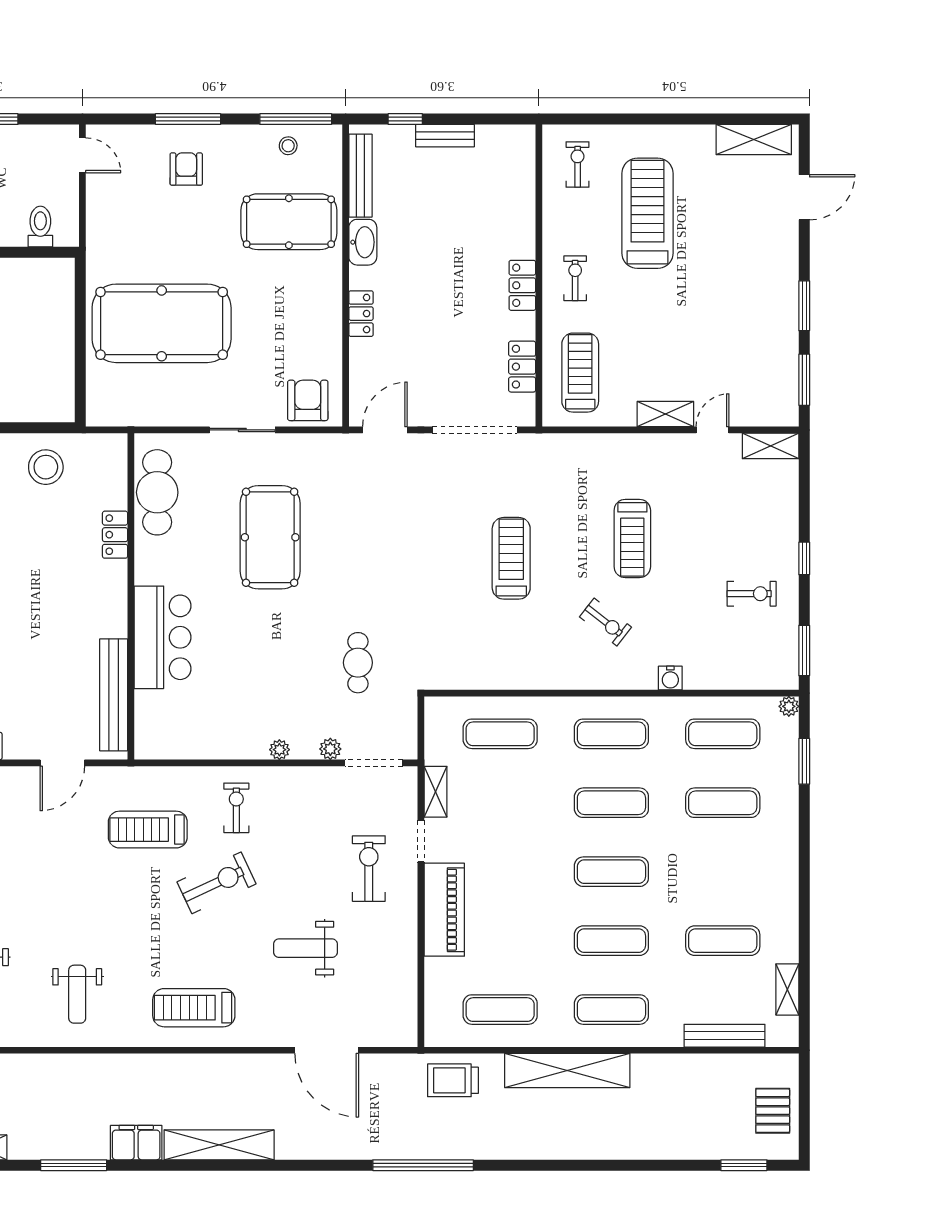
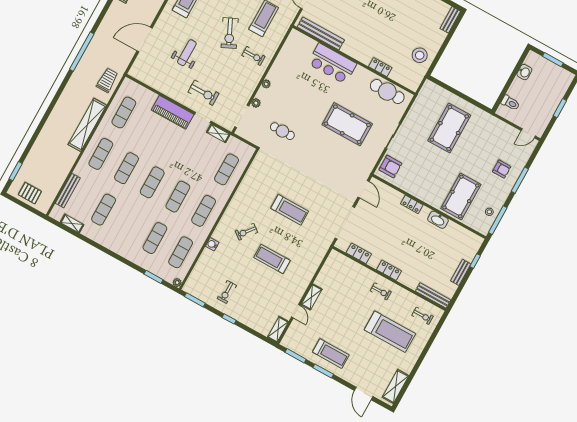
bench: (360, 176) -> (433, 296), moved
pool table: (162, 323) -> (449, 128), width x0.73, depth x0.76
treadmill: (580, 373) -> (331, 354), moved

